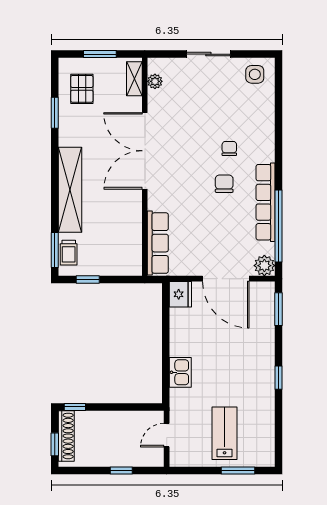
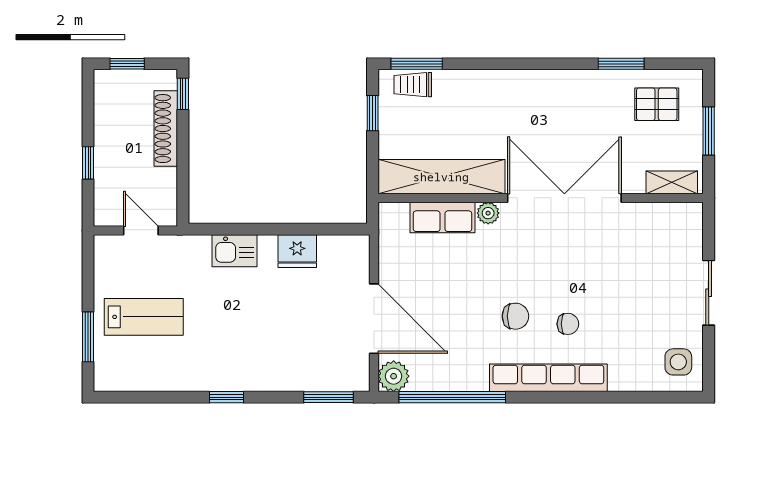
plant: (155, 81) -> (488, 213), moved
shelving: (70, 190) -> (441, 177), moved
row of seats: (265, 202) -> (548, 378), moved
row of seats: (158, 243) -> (443, 217), width x0.68
door: (226, 279) -> (374, 319), swing flipped
fridge: (180, 294) -> (297, 251), moved
shoe rack: (66, 436) -> (166, 129), moved, turned 90

